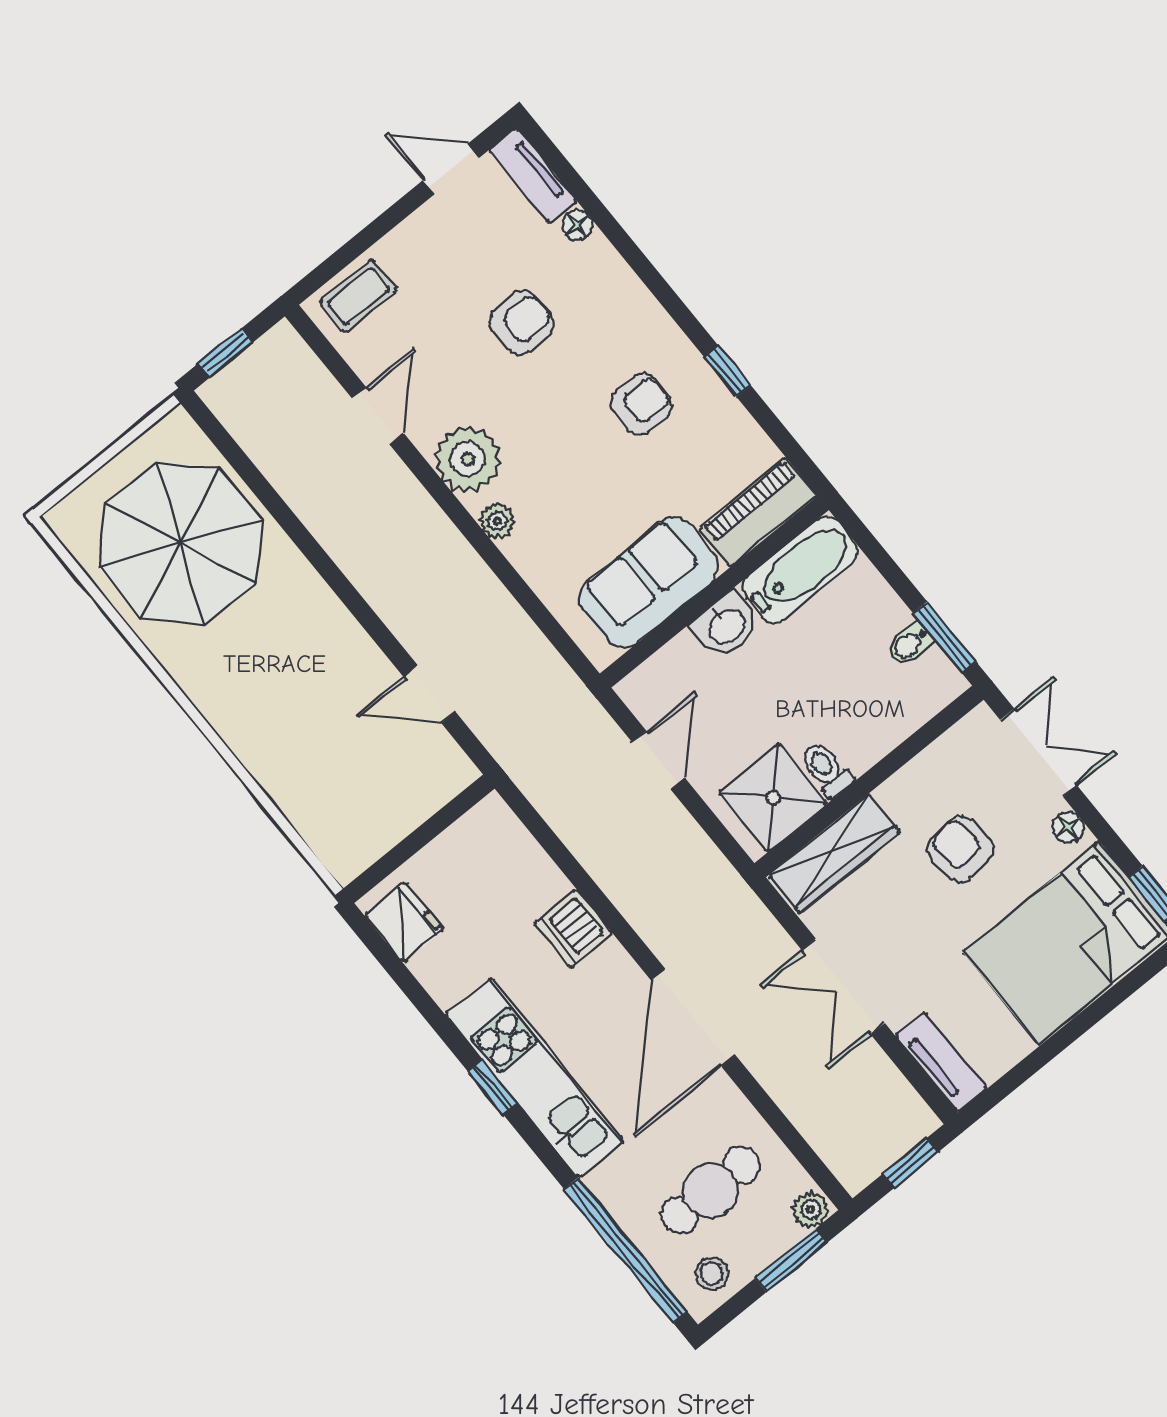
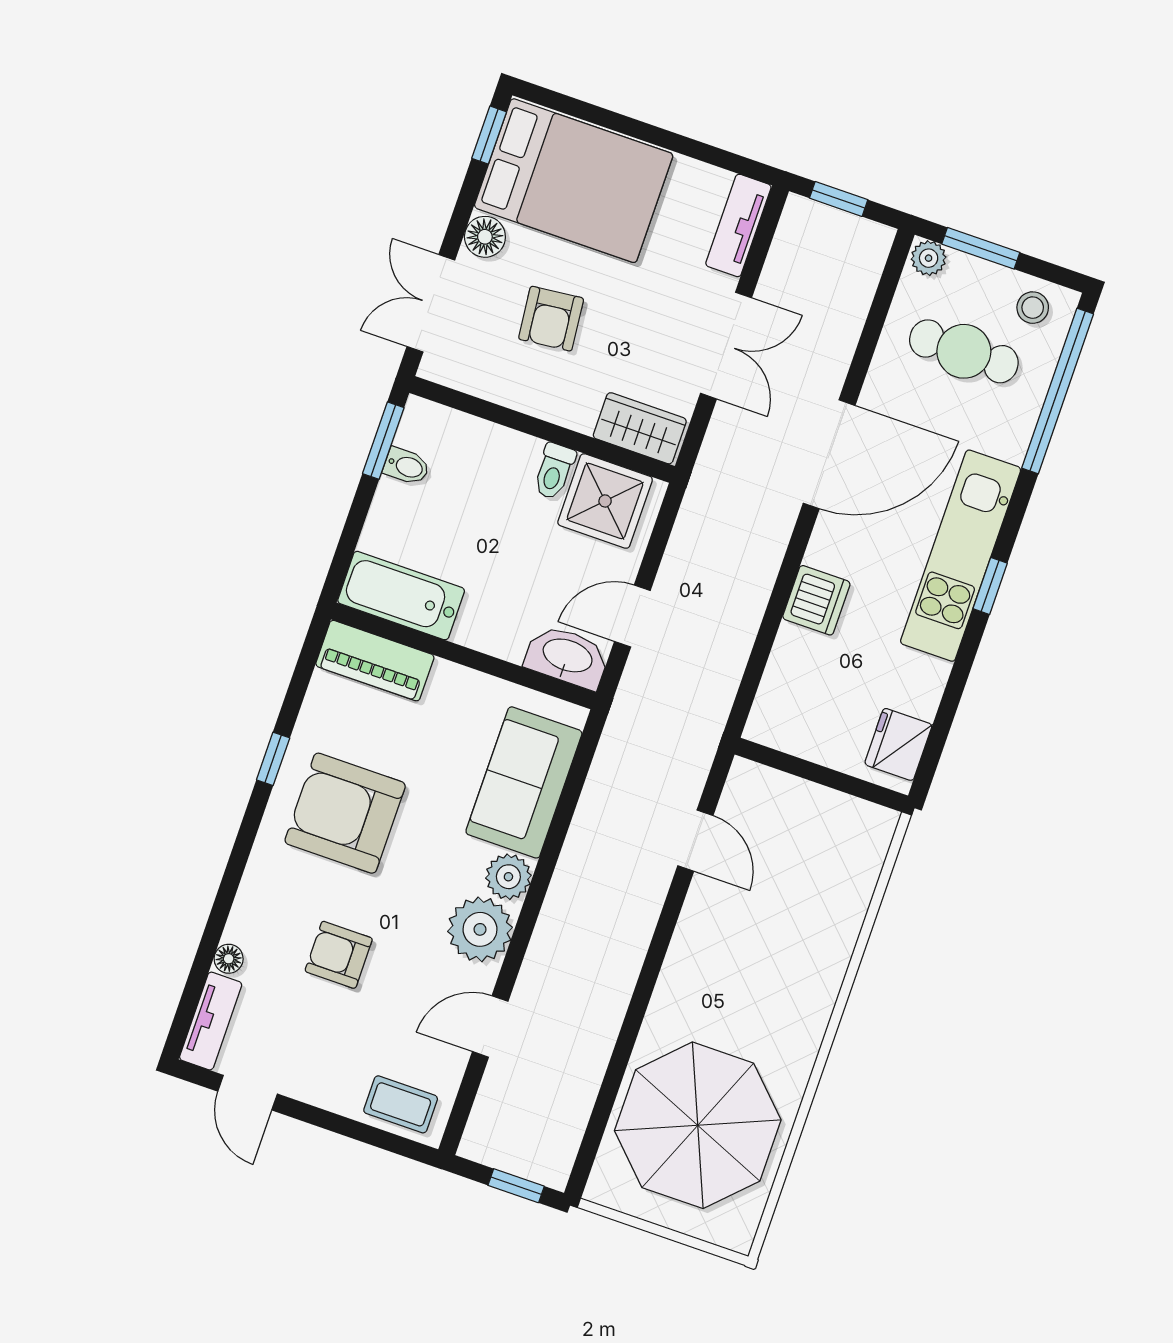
armchair: (641, 404) -> (345, 813), width x1.88, depth x1.88
plant: (497, 521) -> (508, 877), width x1.38, depth x1.38
sofa: (649, 582) -> (524, 782), moved, turned 90
washbasin: (726, 626) -> (567, 657), moved, width x1.38
floor lamp: (1068, 827) -> (485, 237), width x1.37, depth x1.37
wardrobe: (834, 854) -> (640, 428), width x0.67

